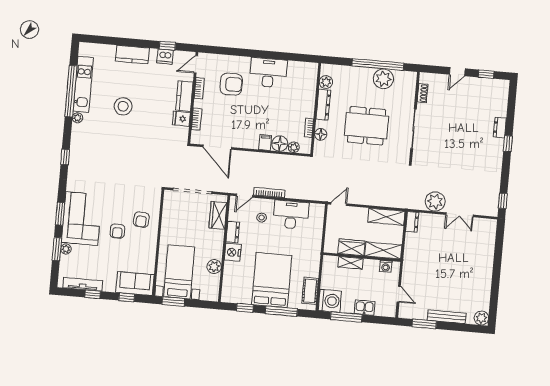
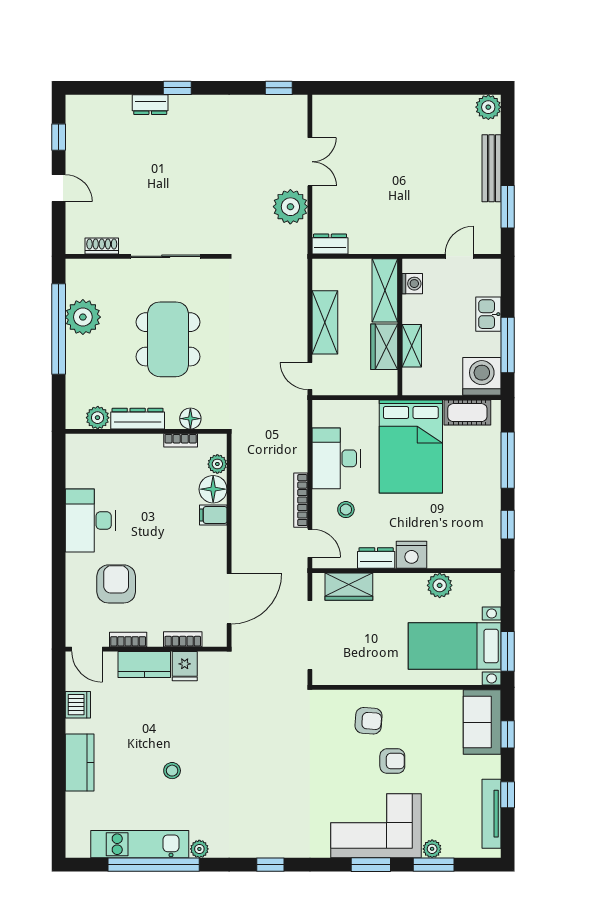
window: (167, 46) -> (59, 702), removed
stool: (123, 106) -> (172, 771), width x0.53, depth x0.53
shelving: (386, 217) -> (325, 322), moved
bed: (272, 280) -> (411, 447), moved, turned -90

